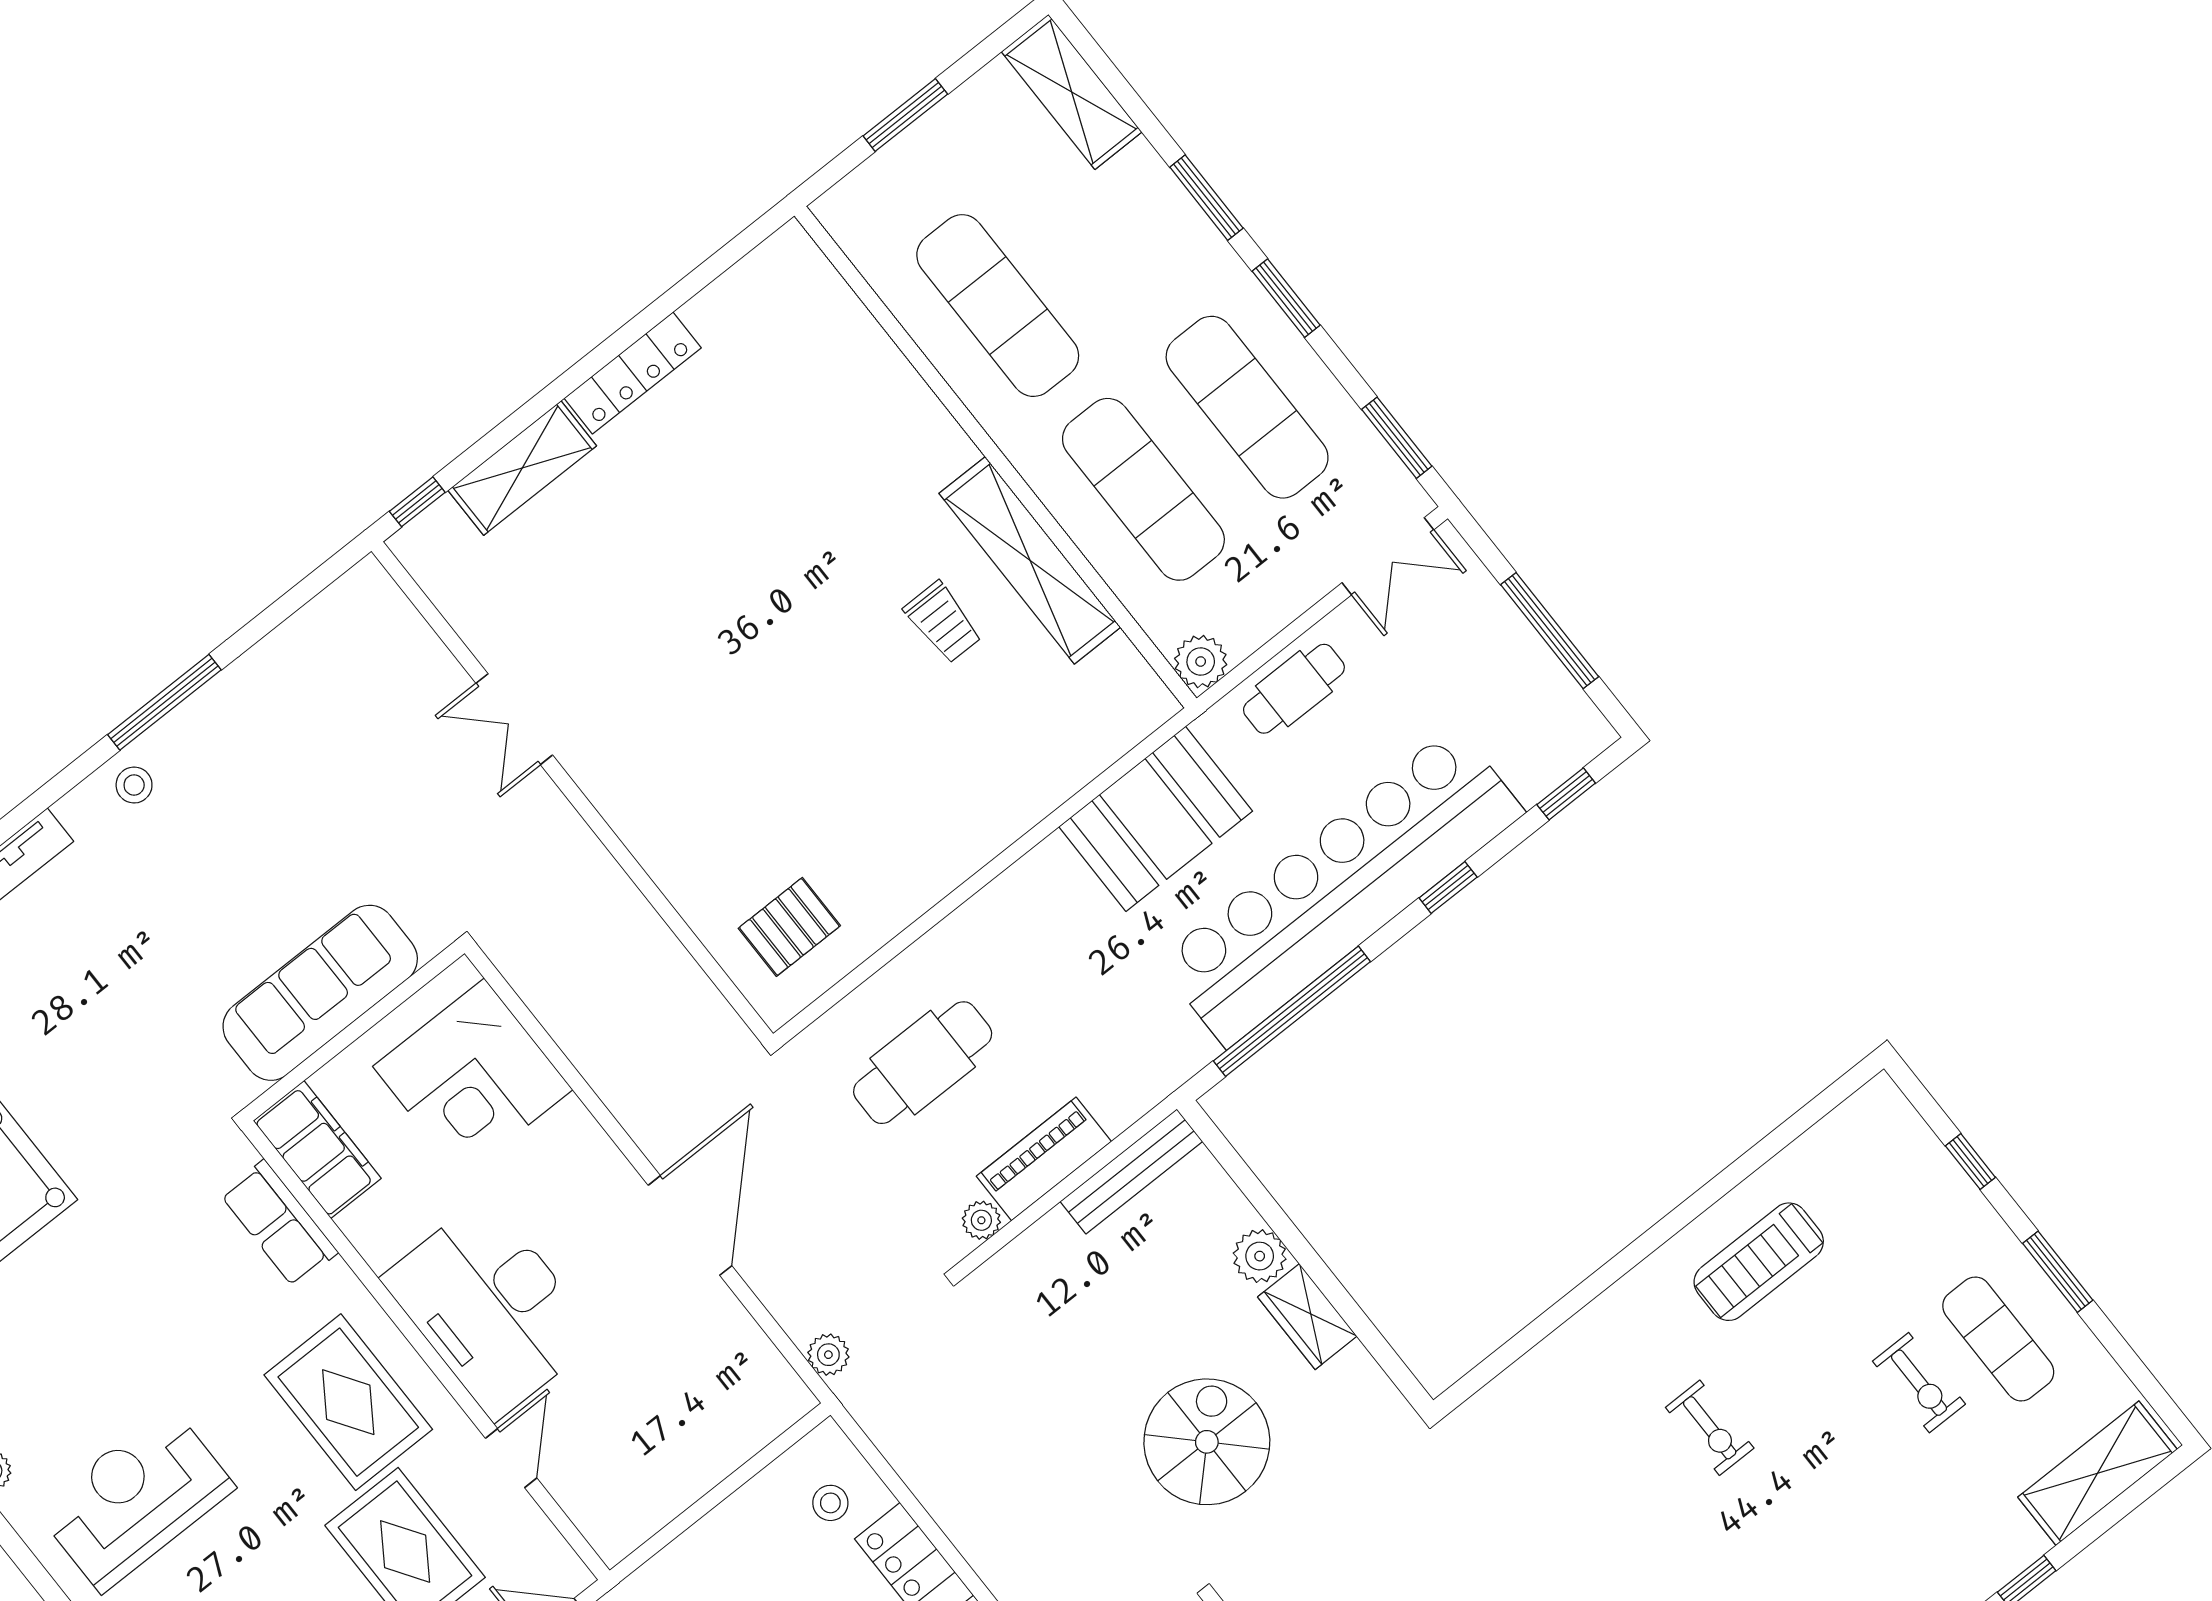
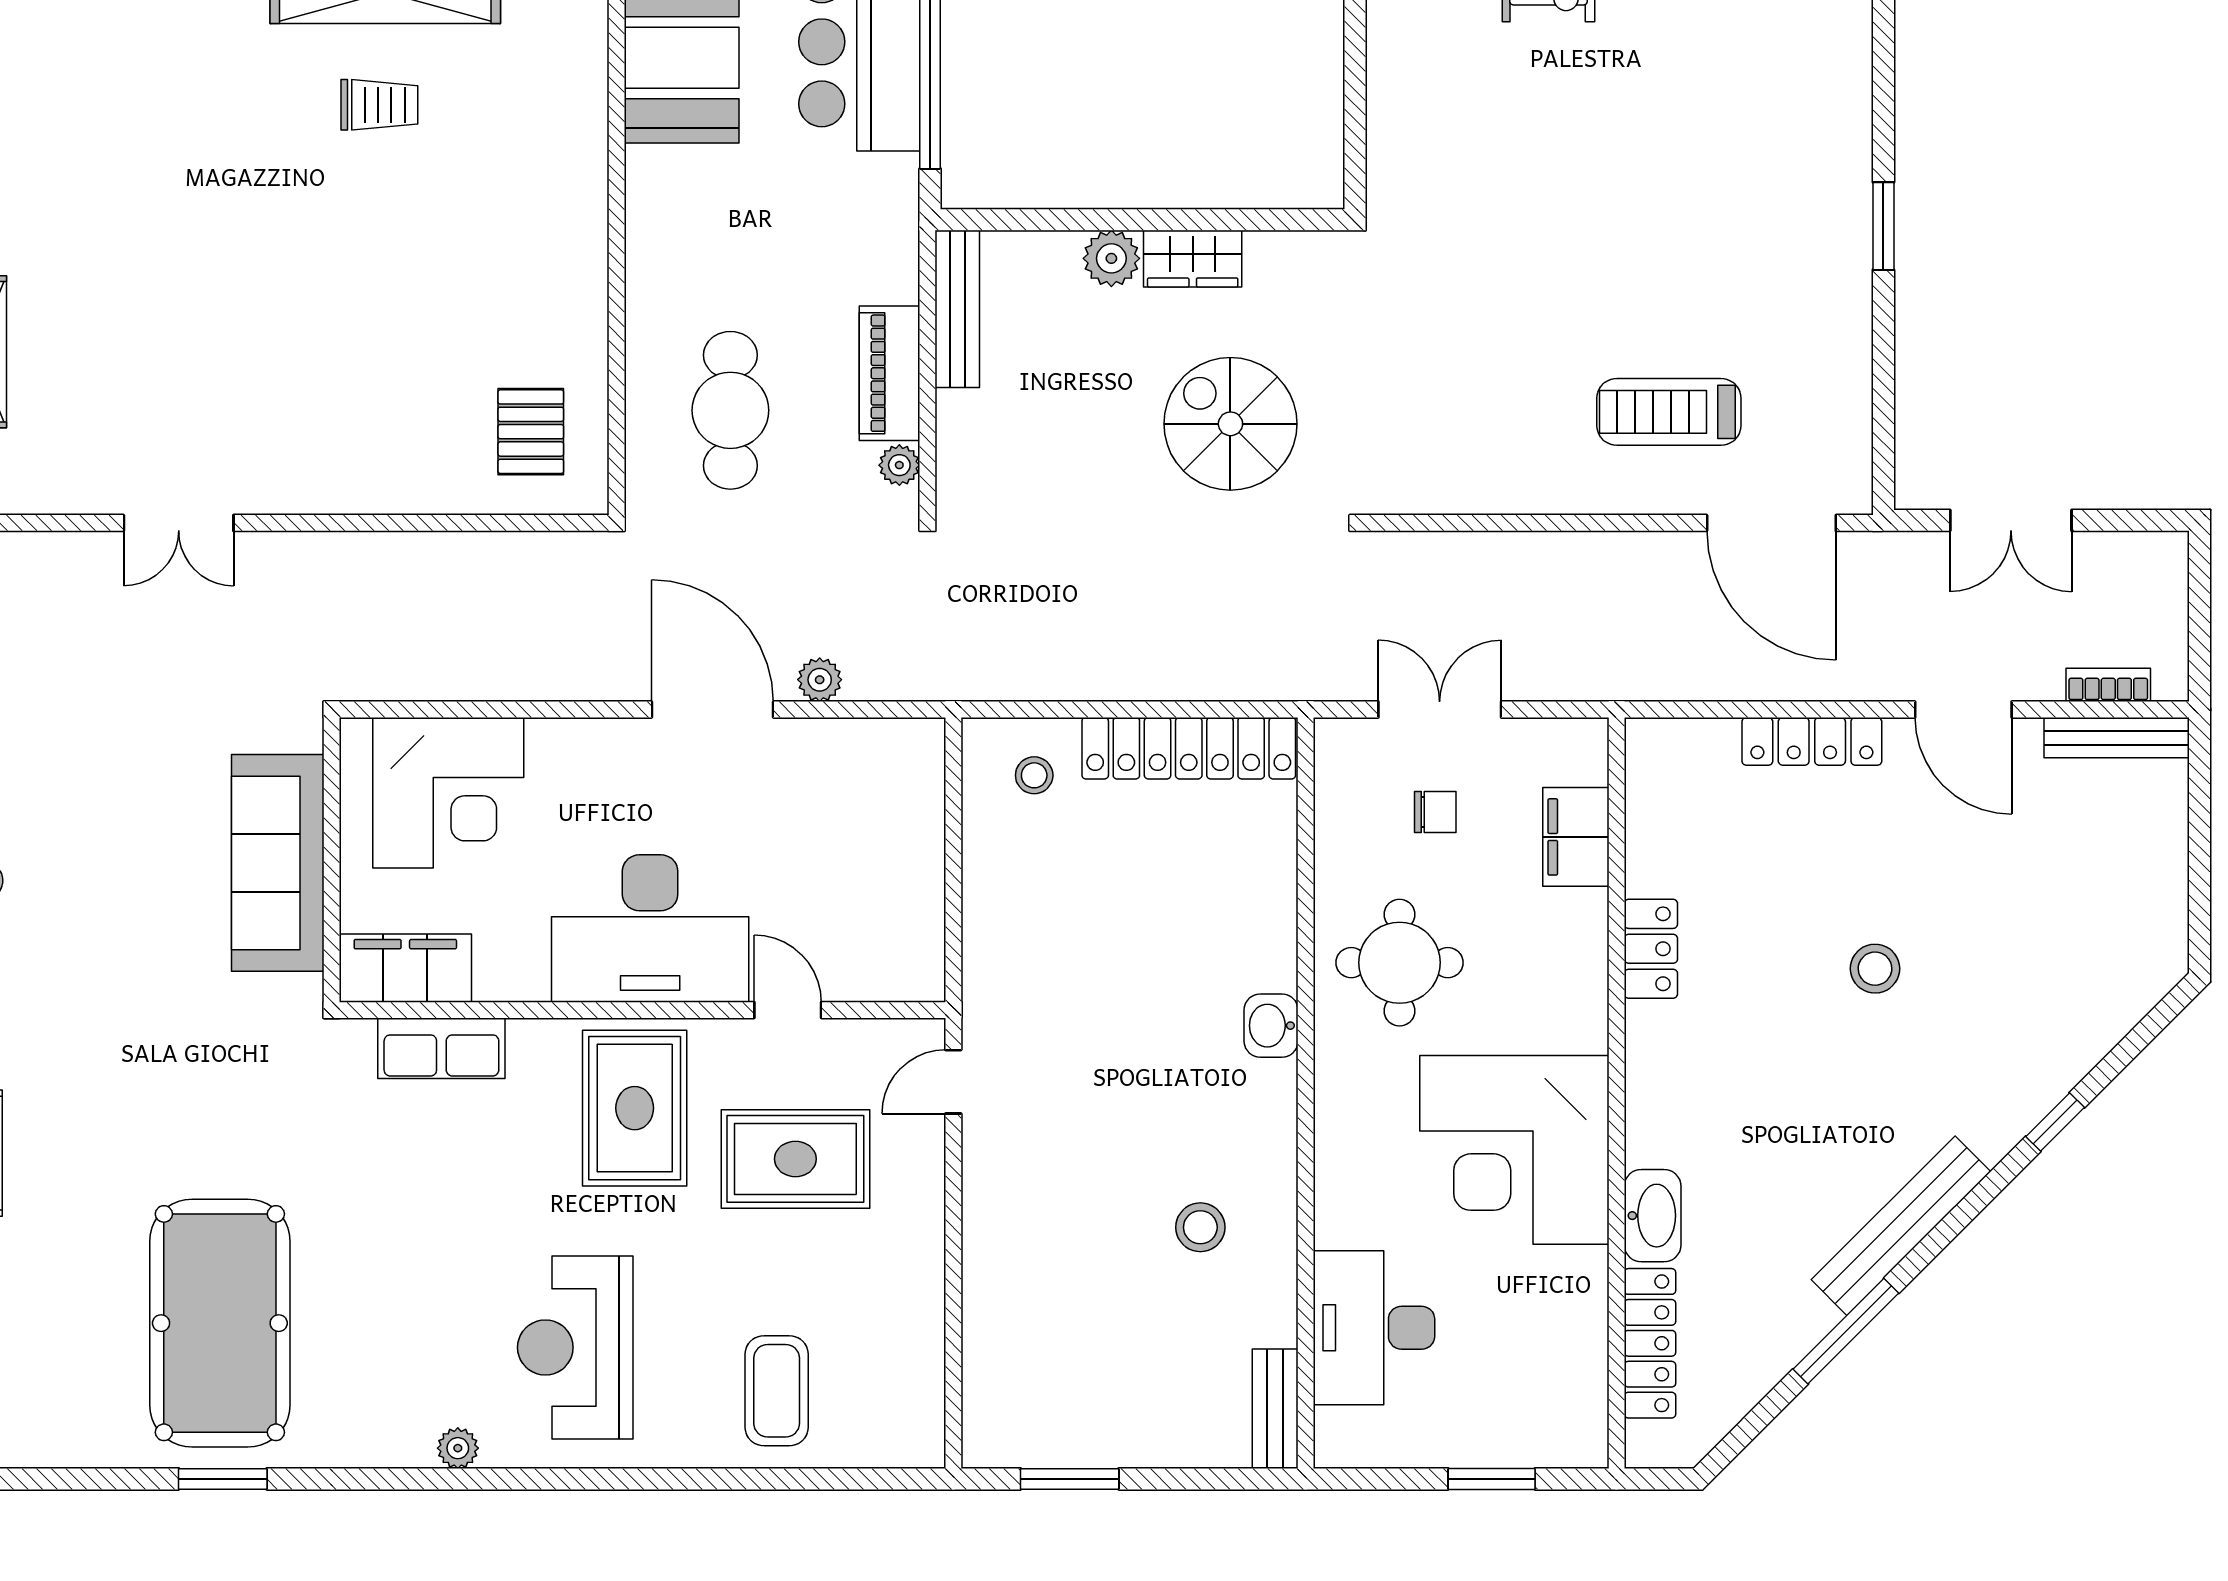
plant: (828, 1355) -> (820, 680), moved
rug: (348, 1402) -> (635, 1108), turned 90

